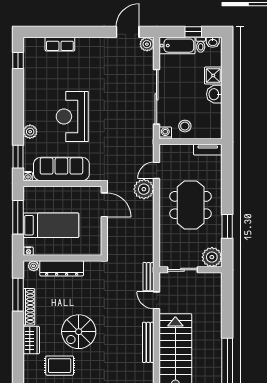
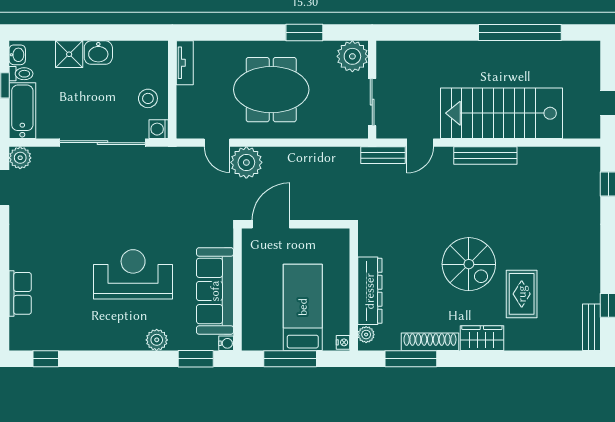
reception desk: (72, 116) -> (133, 274), turned 180

